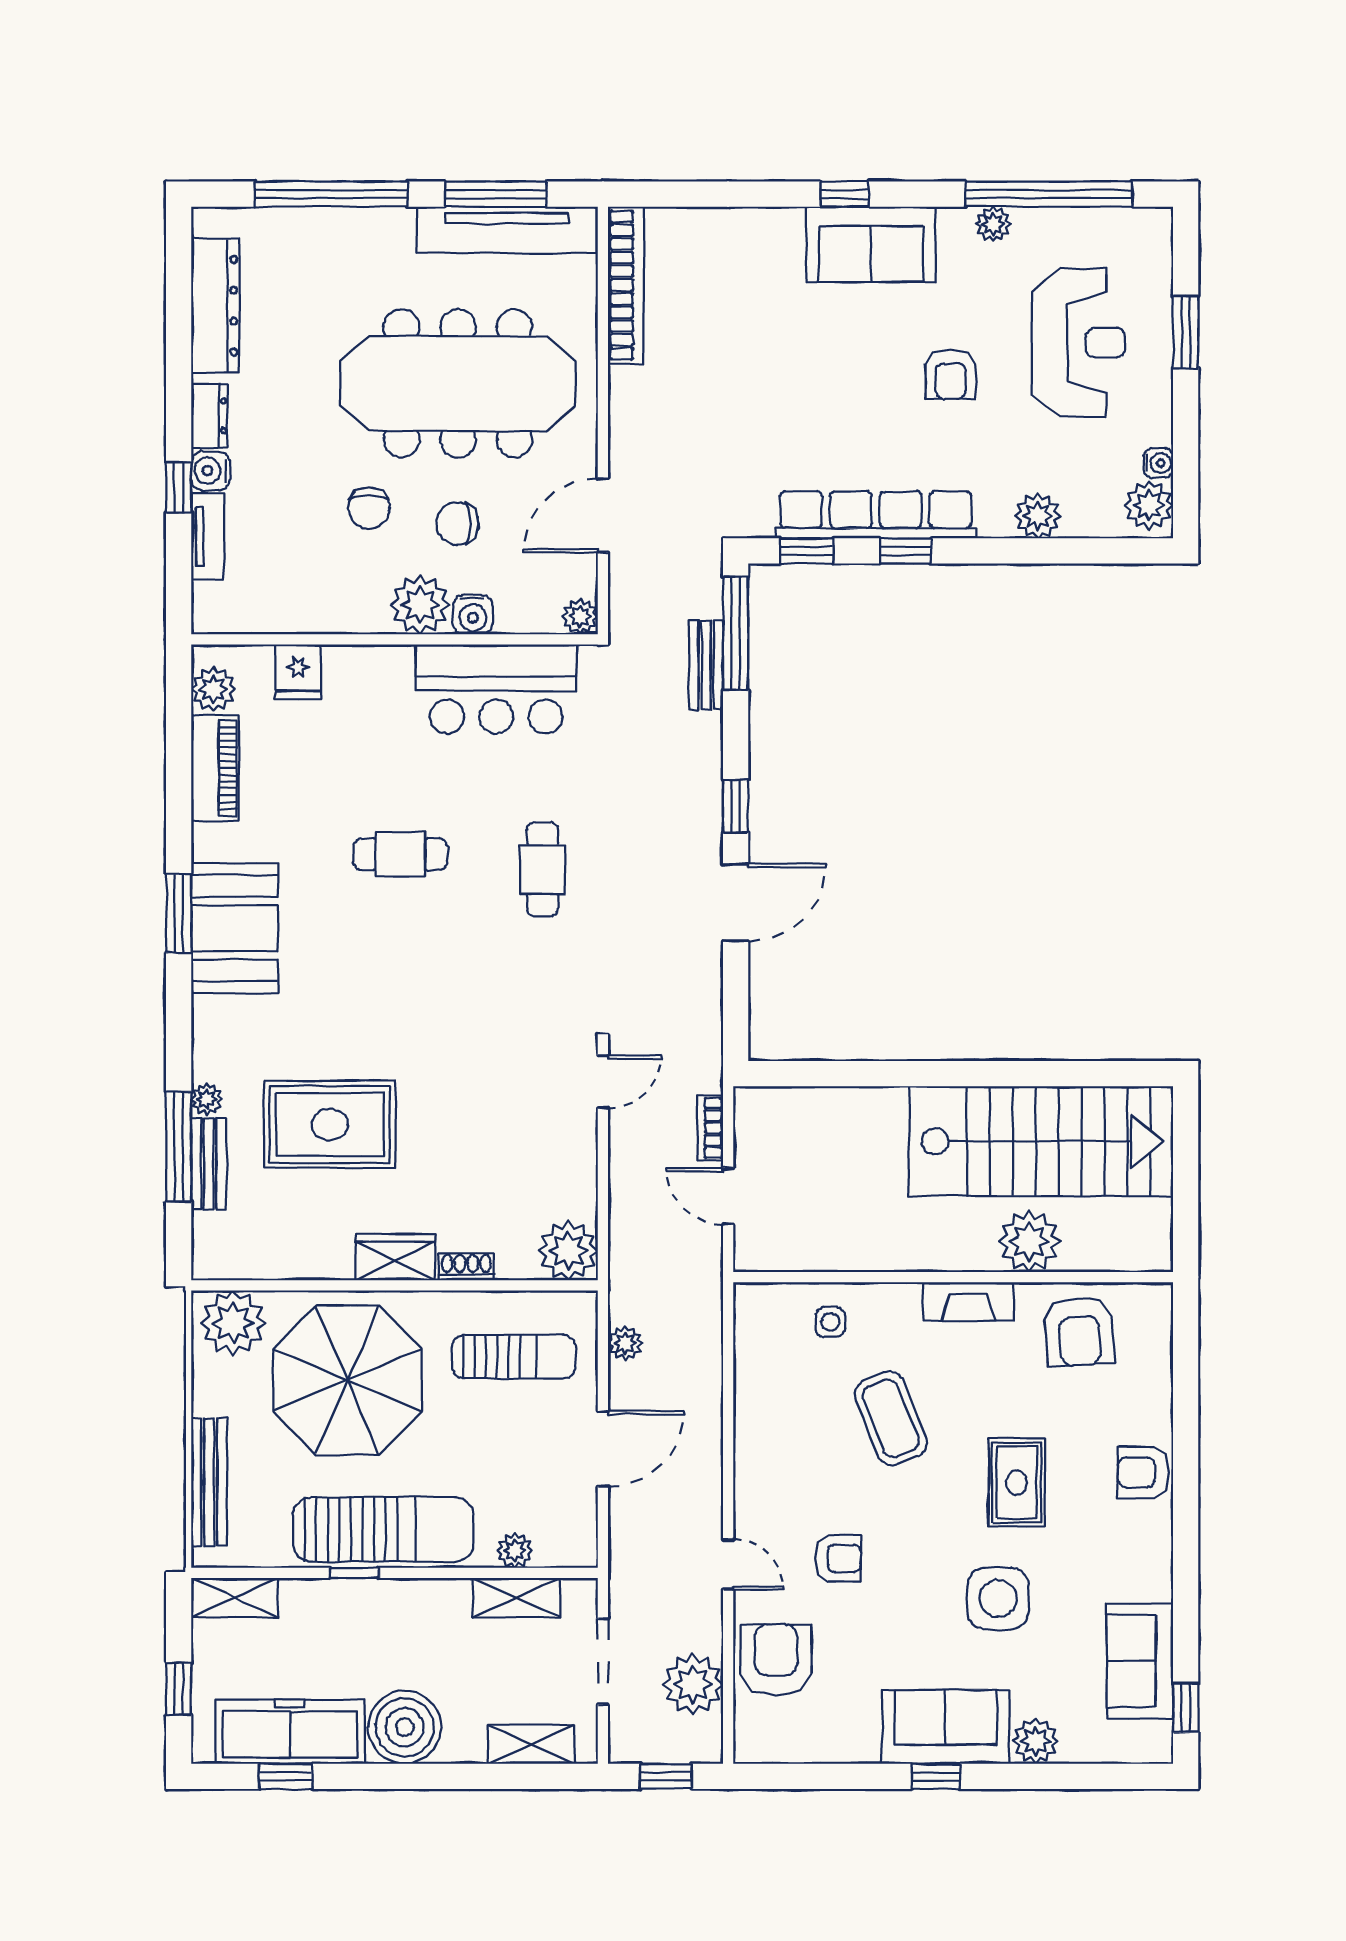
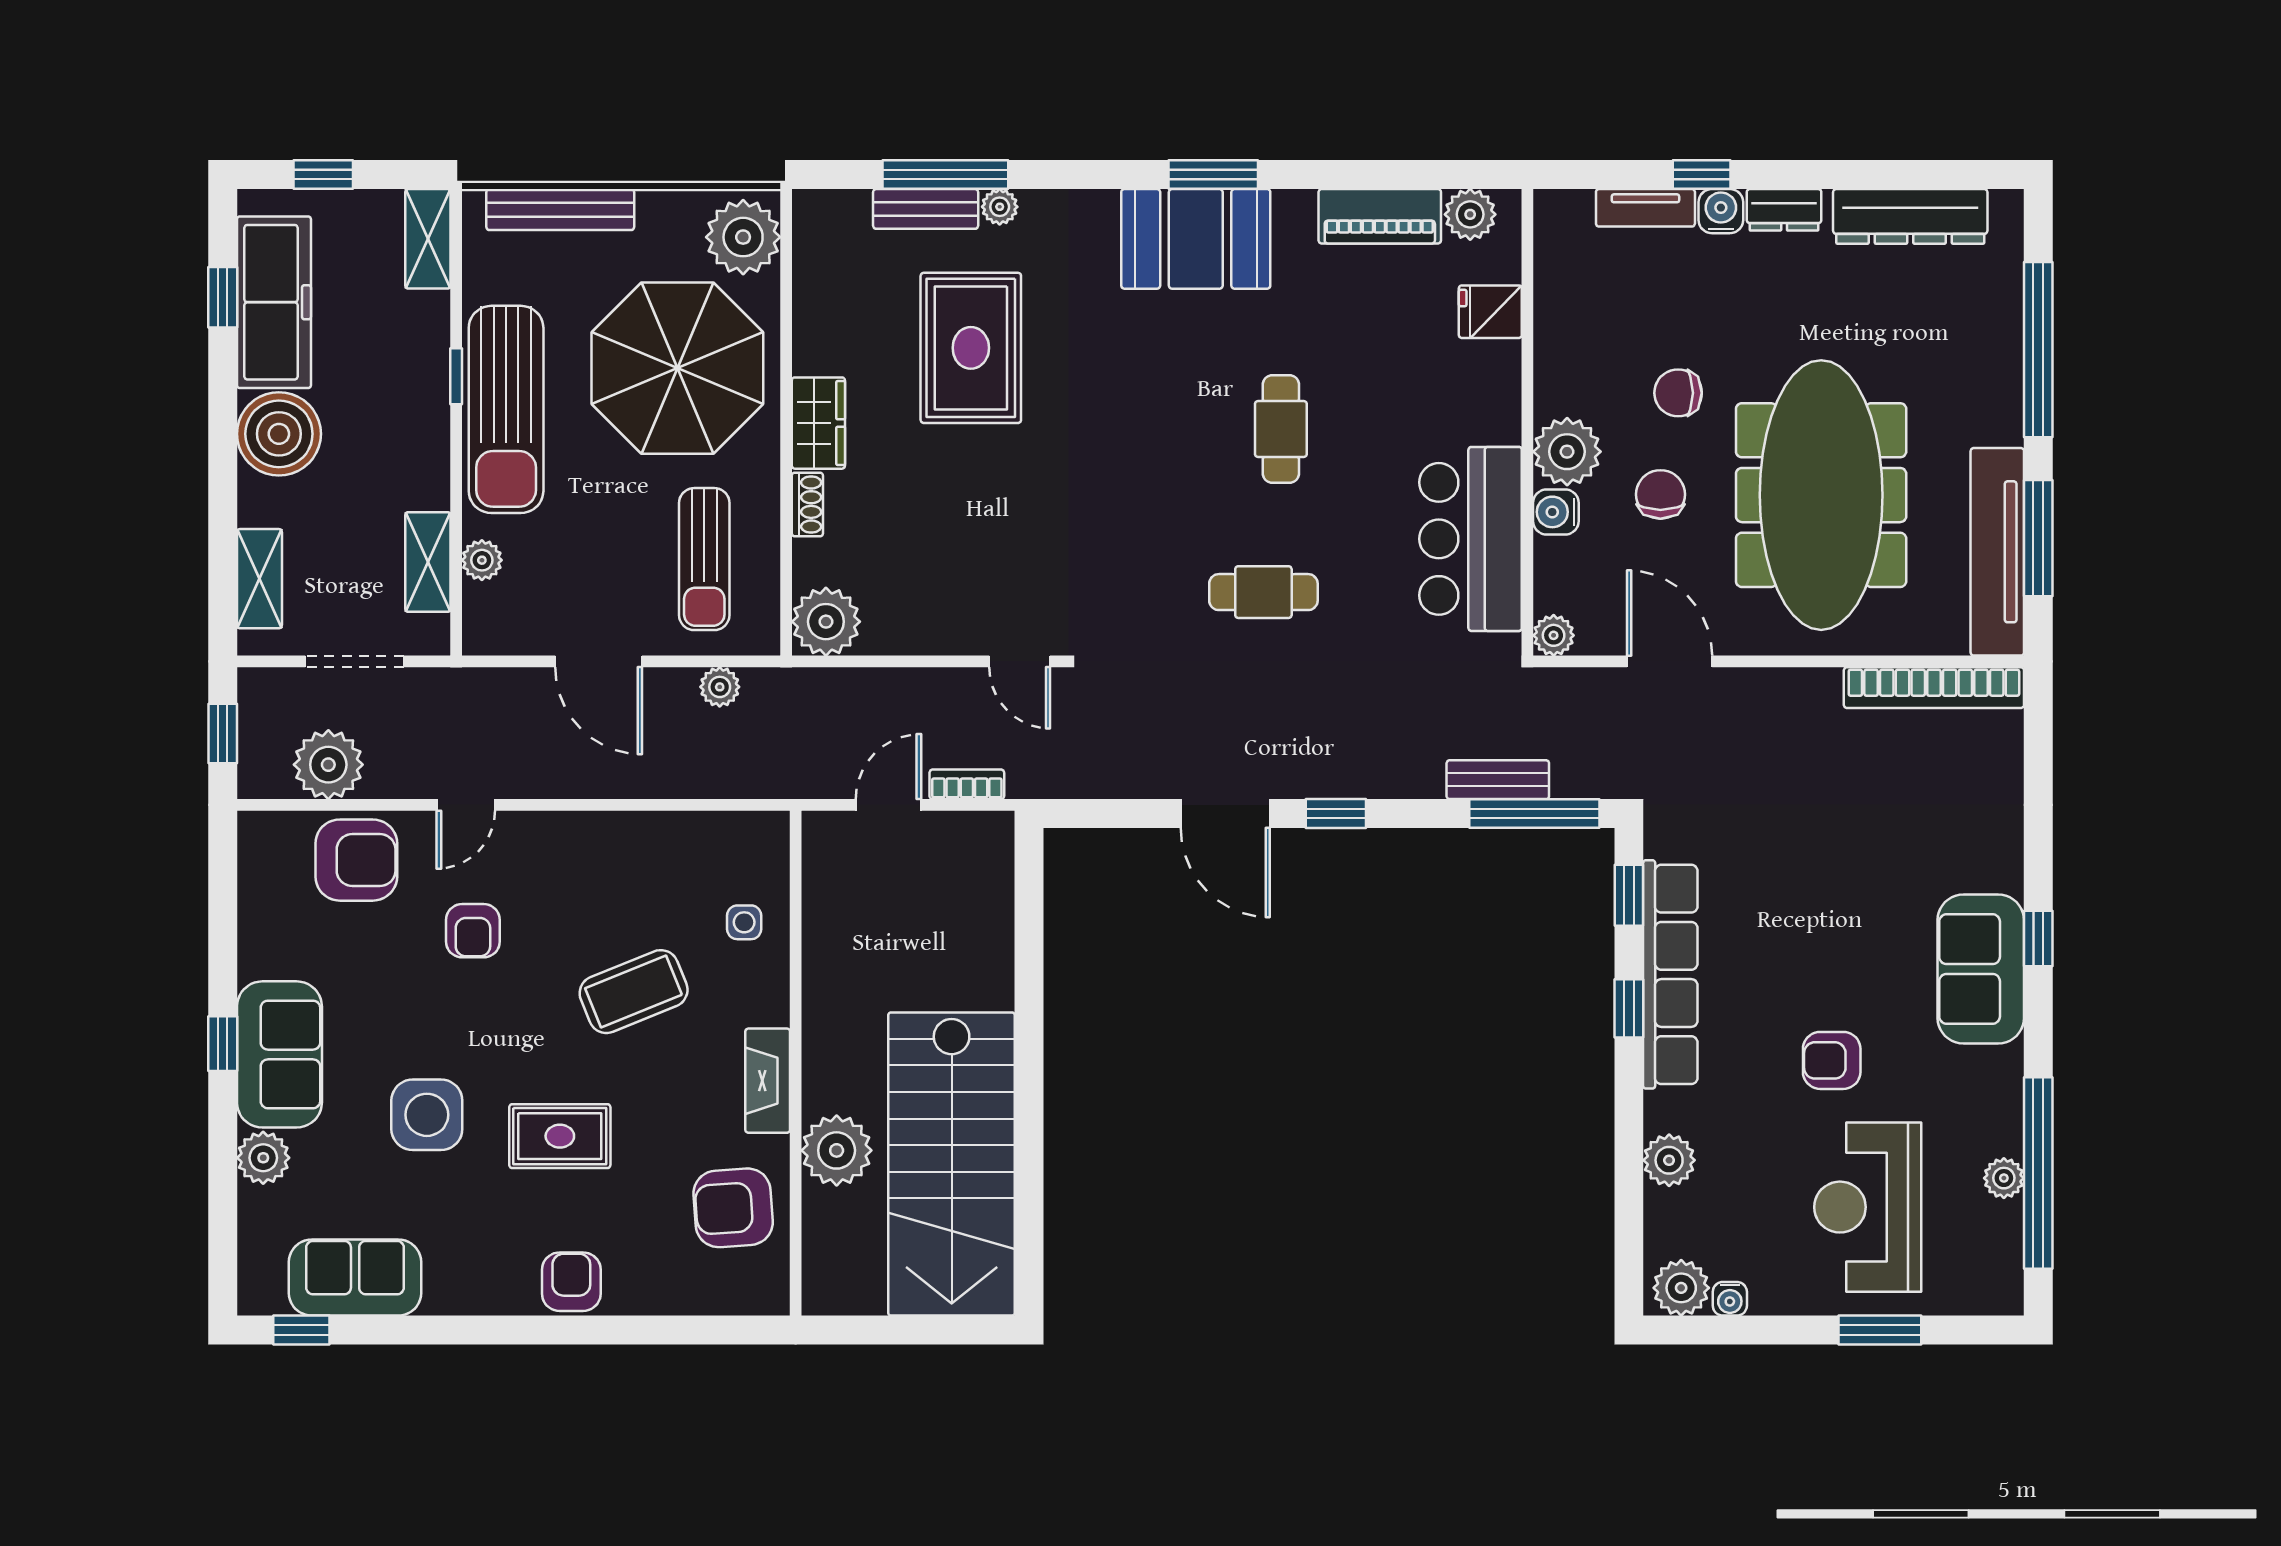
plant: (993, 224) -> (2004, 1178), moved
reception desk: (1079, 343) -> (1868, 1207), turned 90

